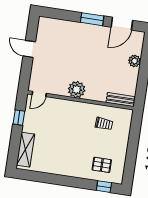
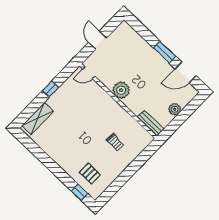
plant: (77, 90) -> (121, 90), moved
door: (39, 94) -> (89, 73), moved
wall: (81, 100) -> (118, 101), moved
bench: (120, 100) -> (150, 123), moved

